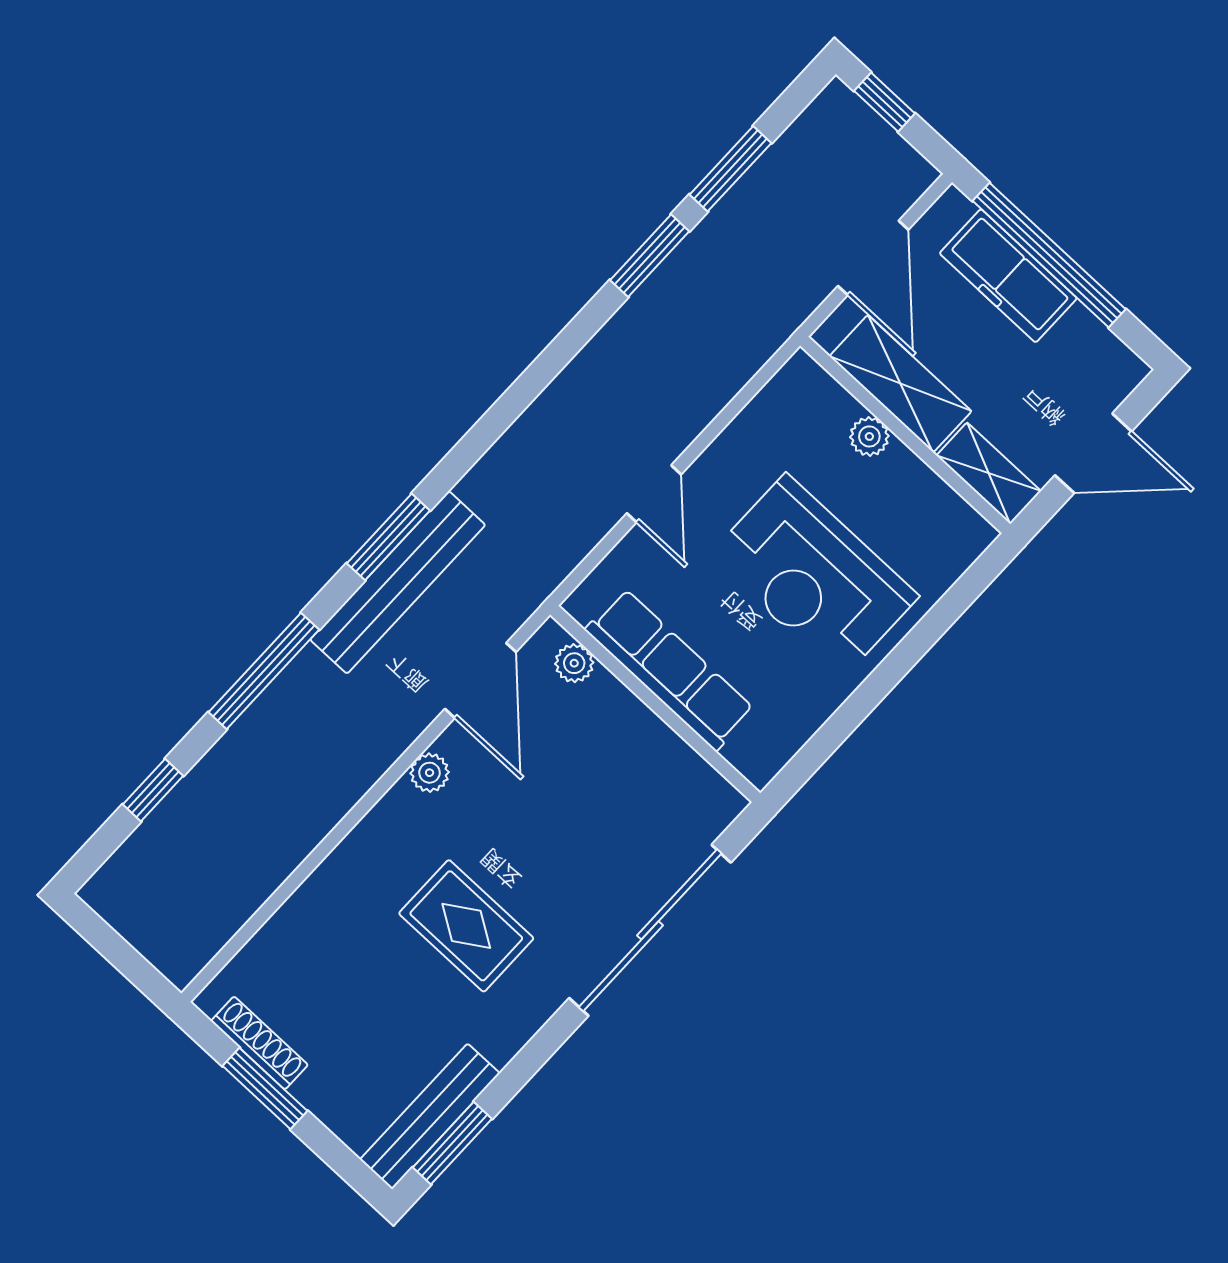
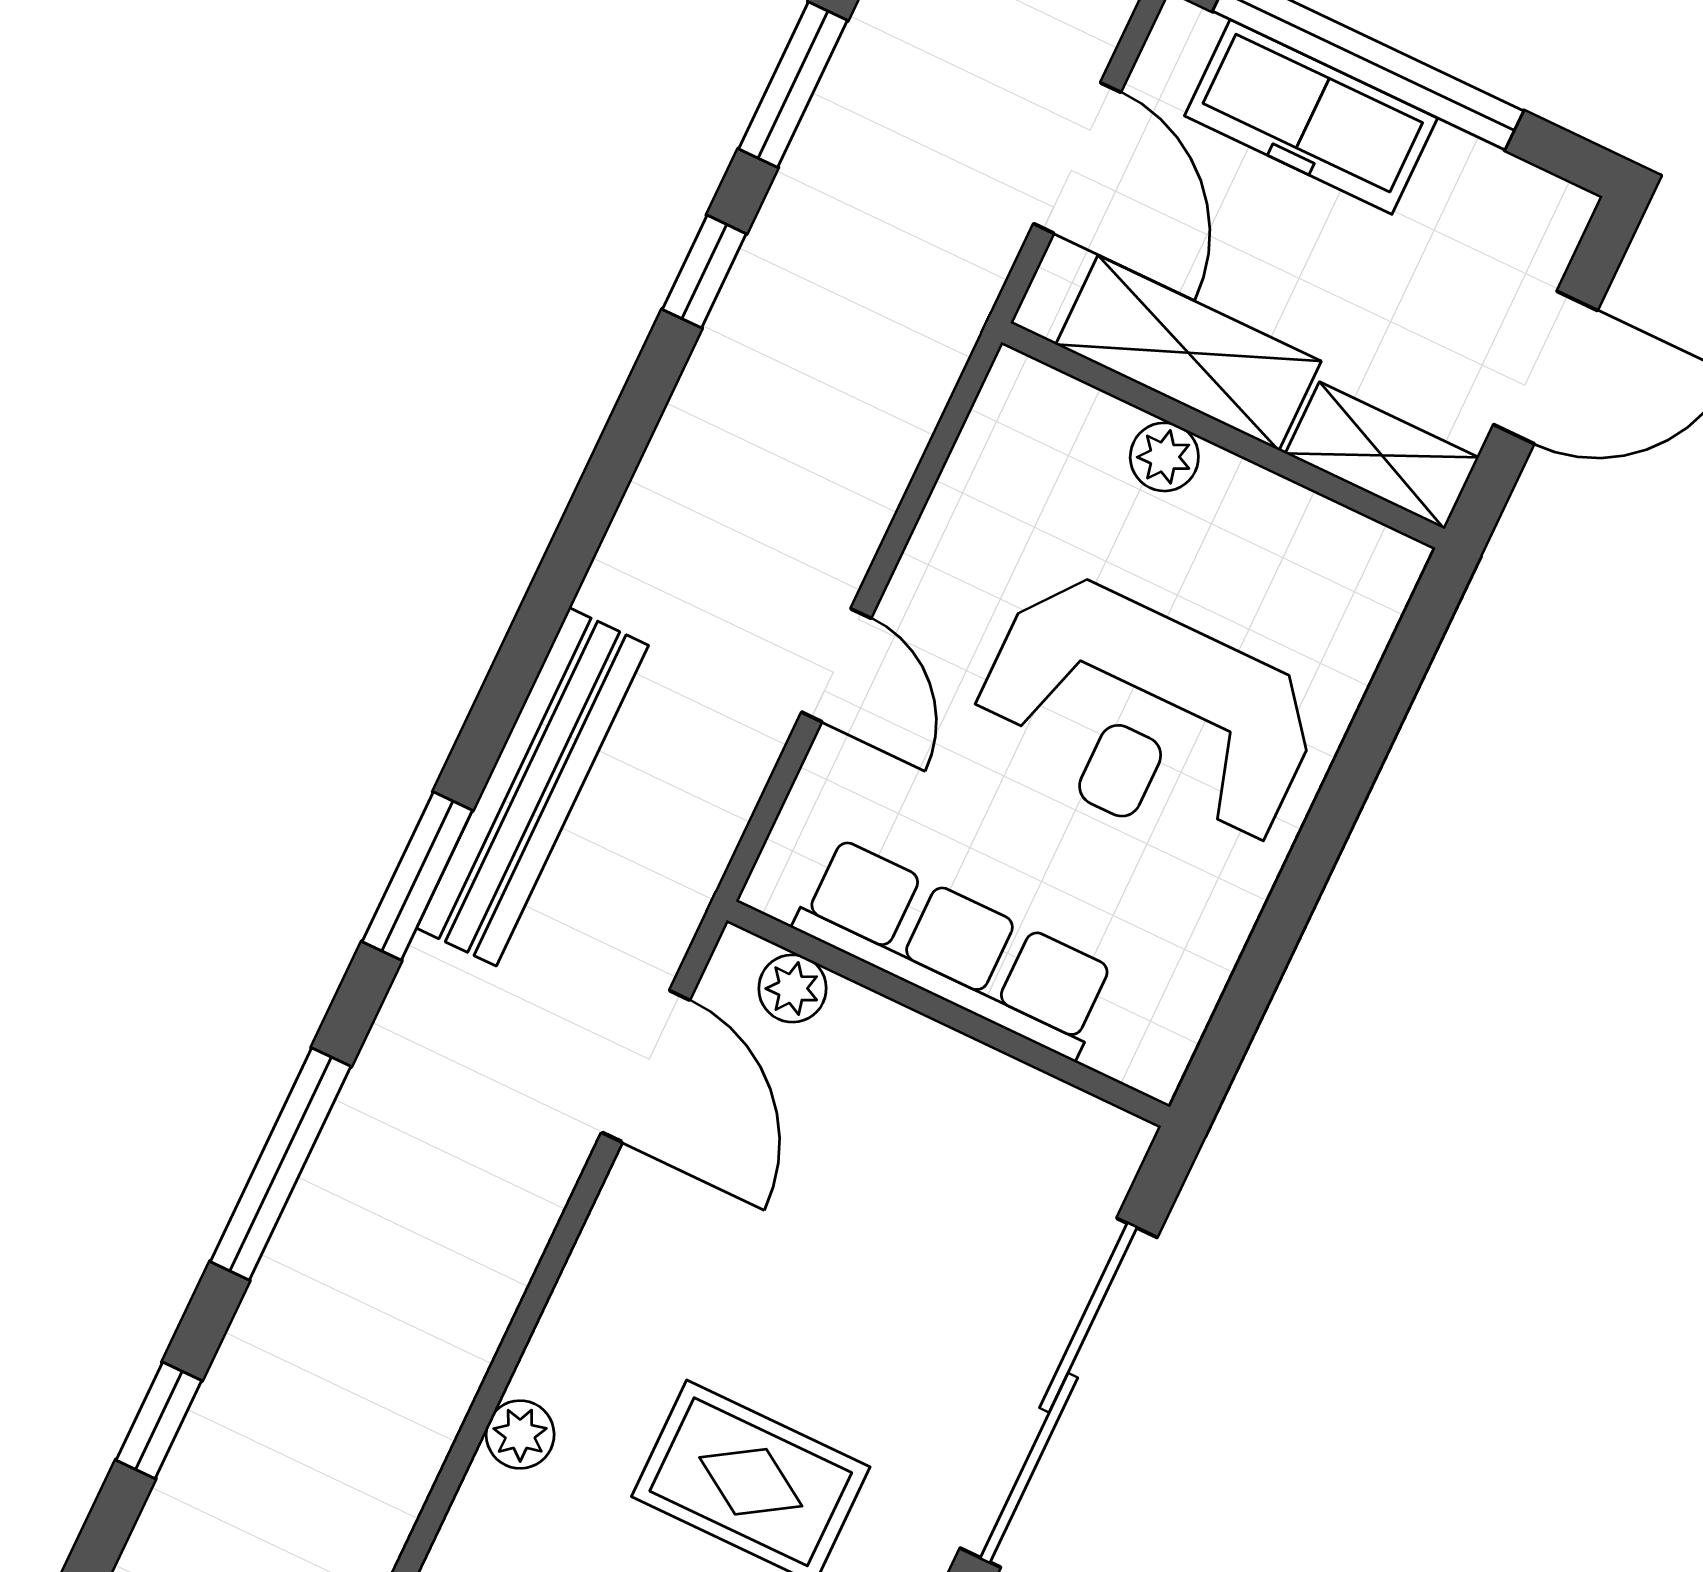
window: (650, 256) -> (704, 272), width x0.67
bench: (398, 582) -> (533, 787), moved
plant: (430, 773) -> (520, 1434), moved

